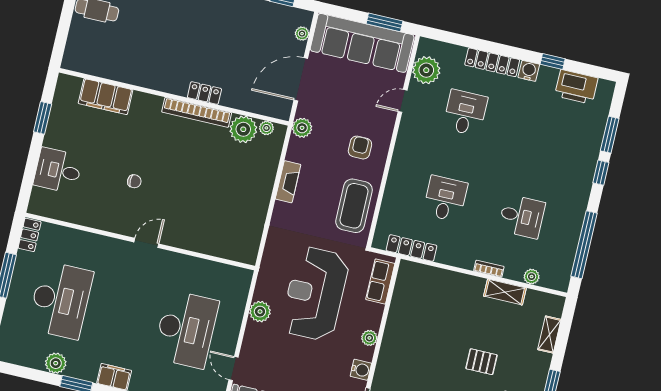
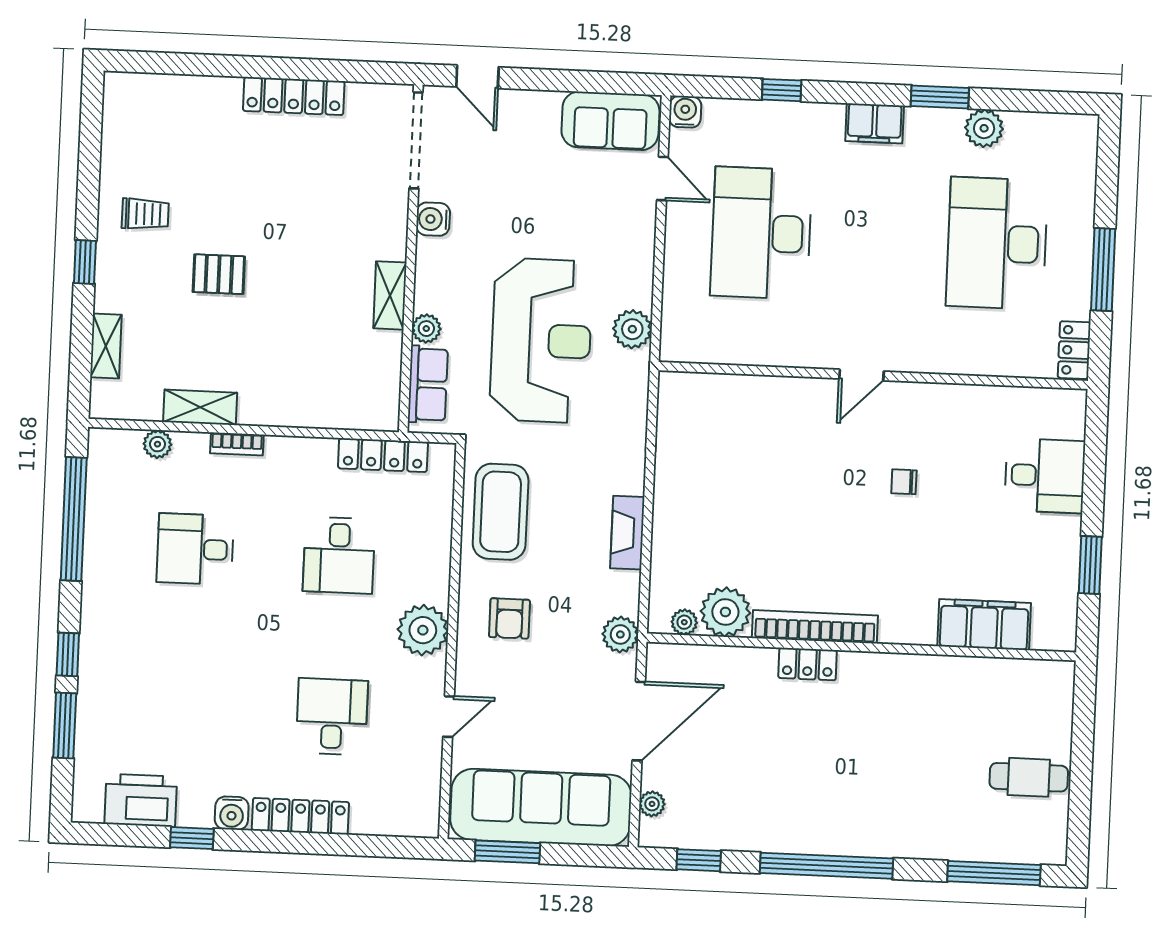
plant: (426, 70) -> (423, 630), moved
desk: (465, 113) -> (332, 717), turned 180
plant: (260, 312) -> (632, 329), moved
shelving: (392, 333) -> (390, 295), added
plant: (369, 338) -> (426, 329), moved

